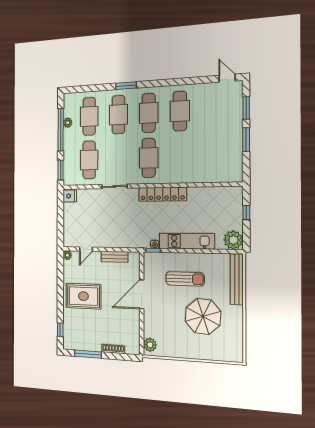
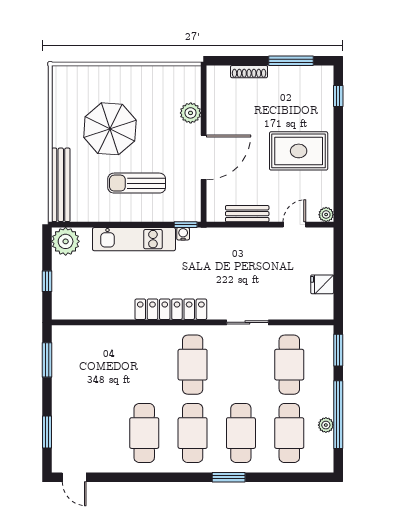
window: (246, 140) -> (47, 360), moved
fridge: (70, 196) -> (322, 284), moved
plant: (150, 345) -> (191, 113), moved

